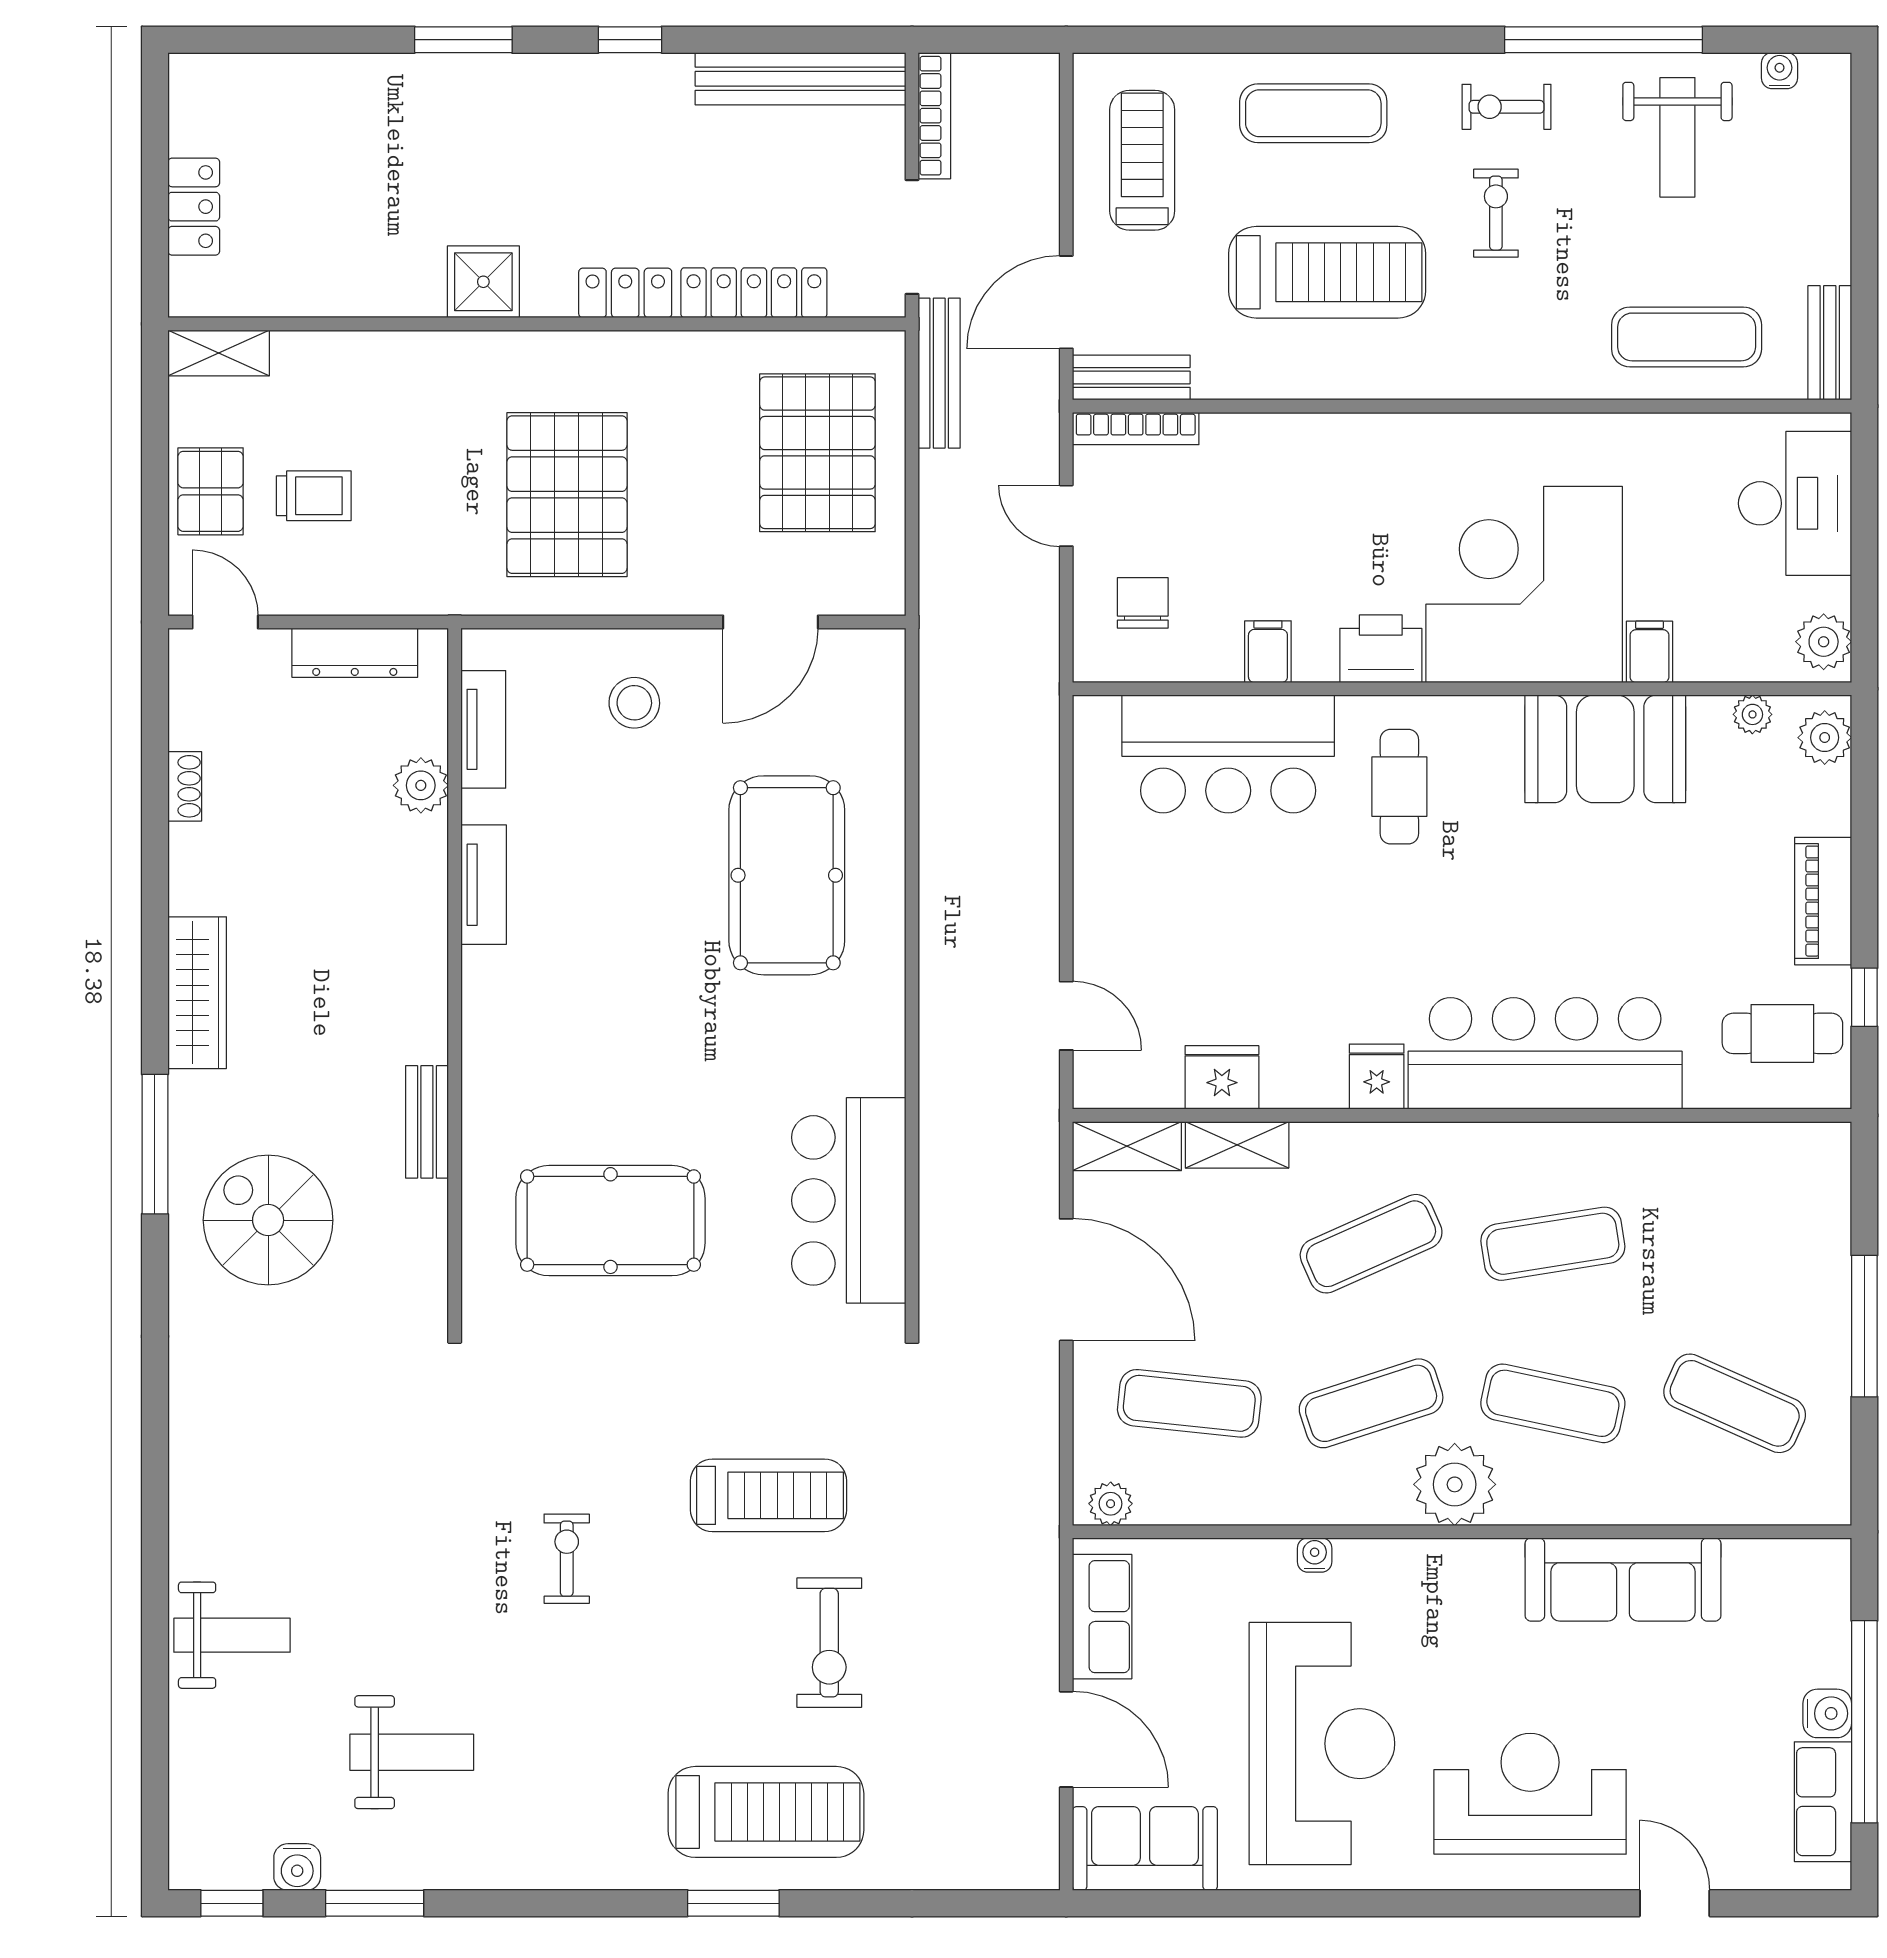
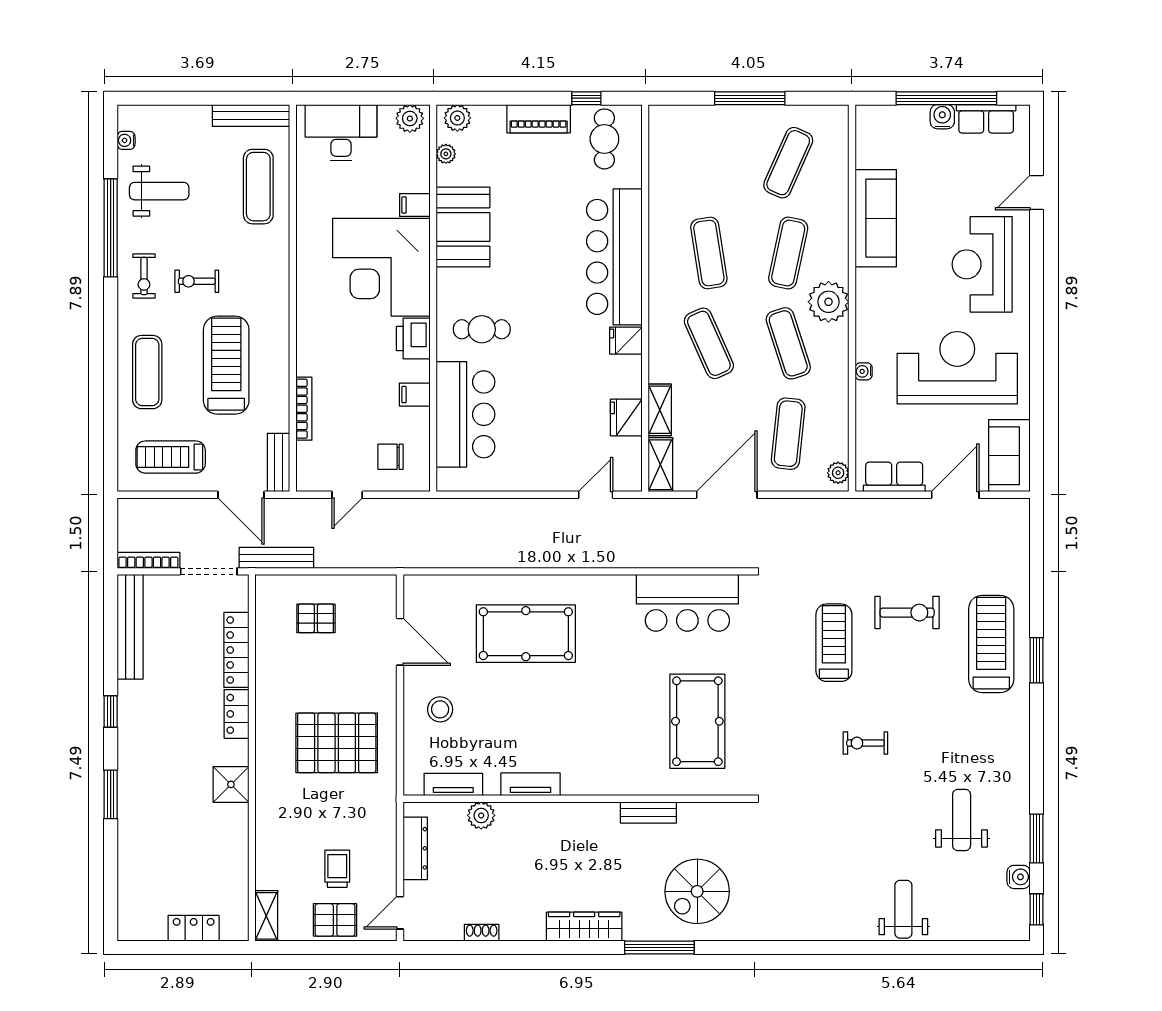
bench: (1830, 343) -> (251, 115), width x1.36
bookcase: (1136, 428) -> (304, 409), moved
pallet: (817, 453) -> (316, 618), width x0.49, depth x0.50

